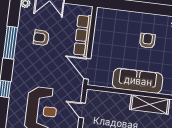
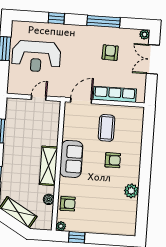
coffee table: (115, 45) -> (107, 128), added
sofa: (138, 81) -> (71, 159), width x0.73

